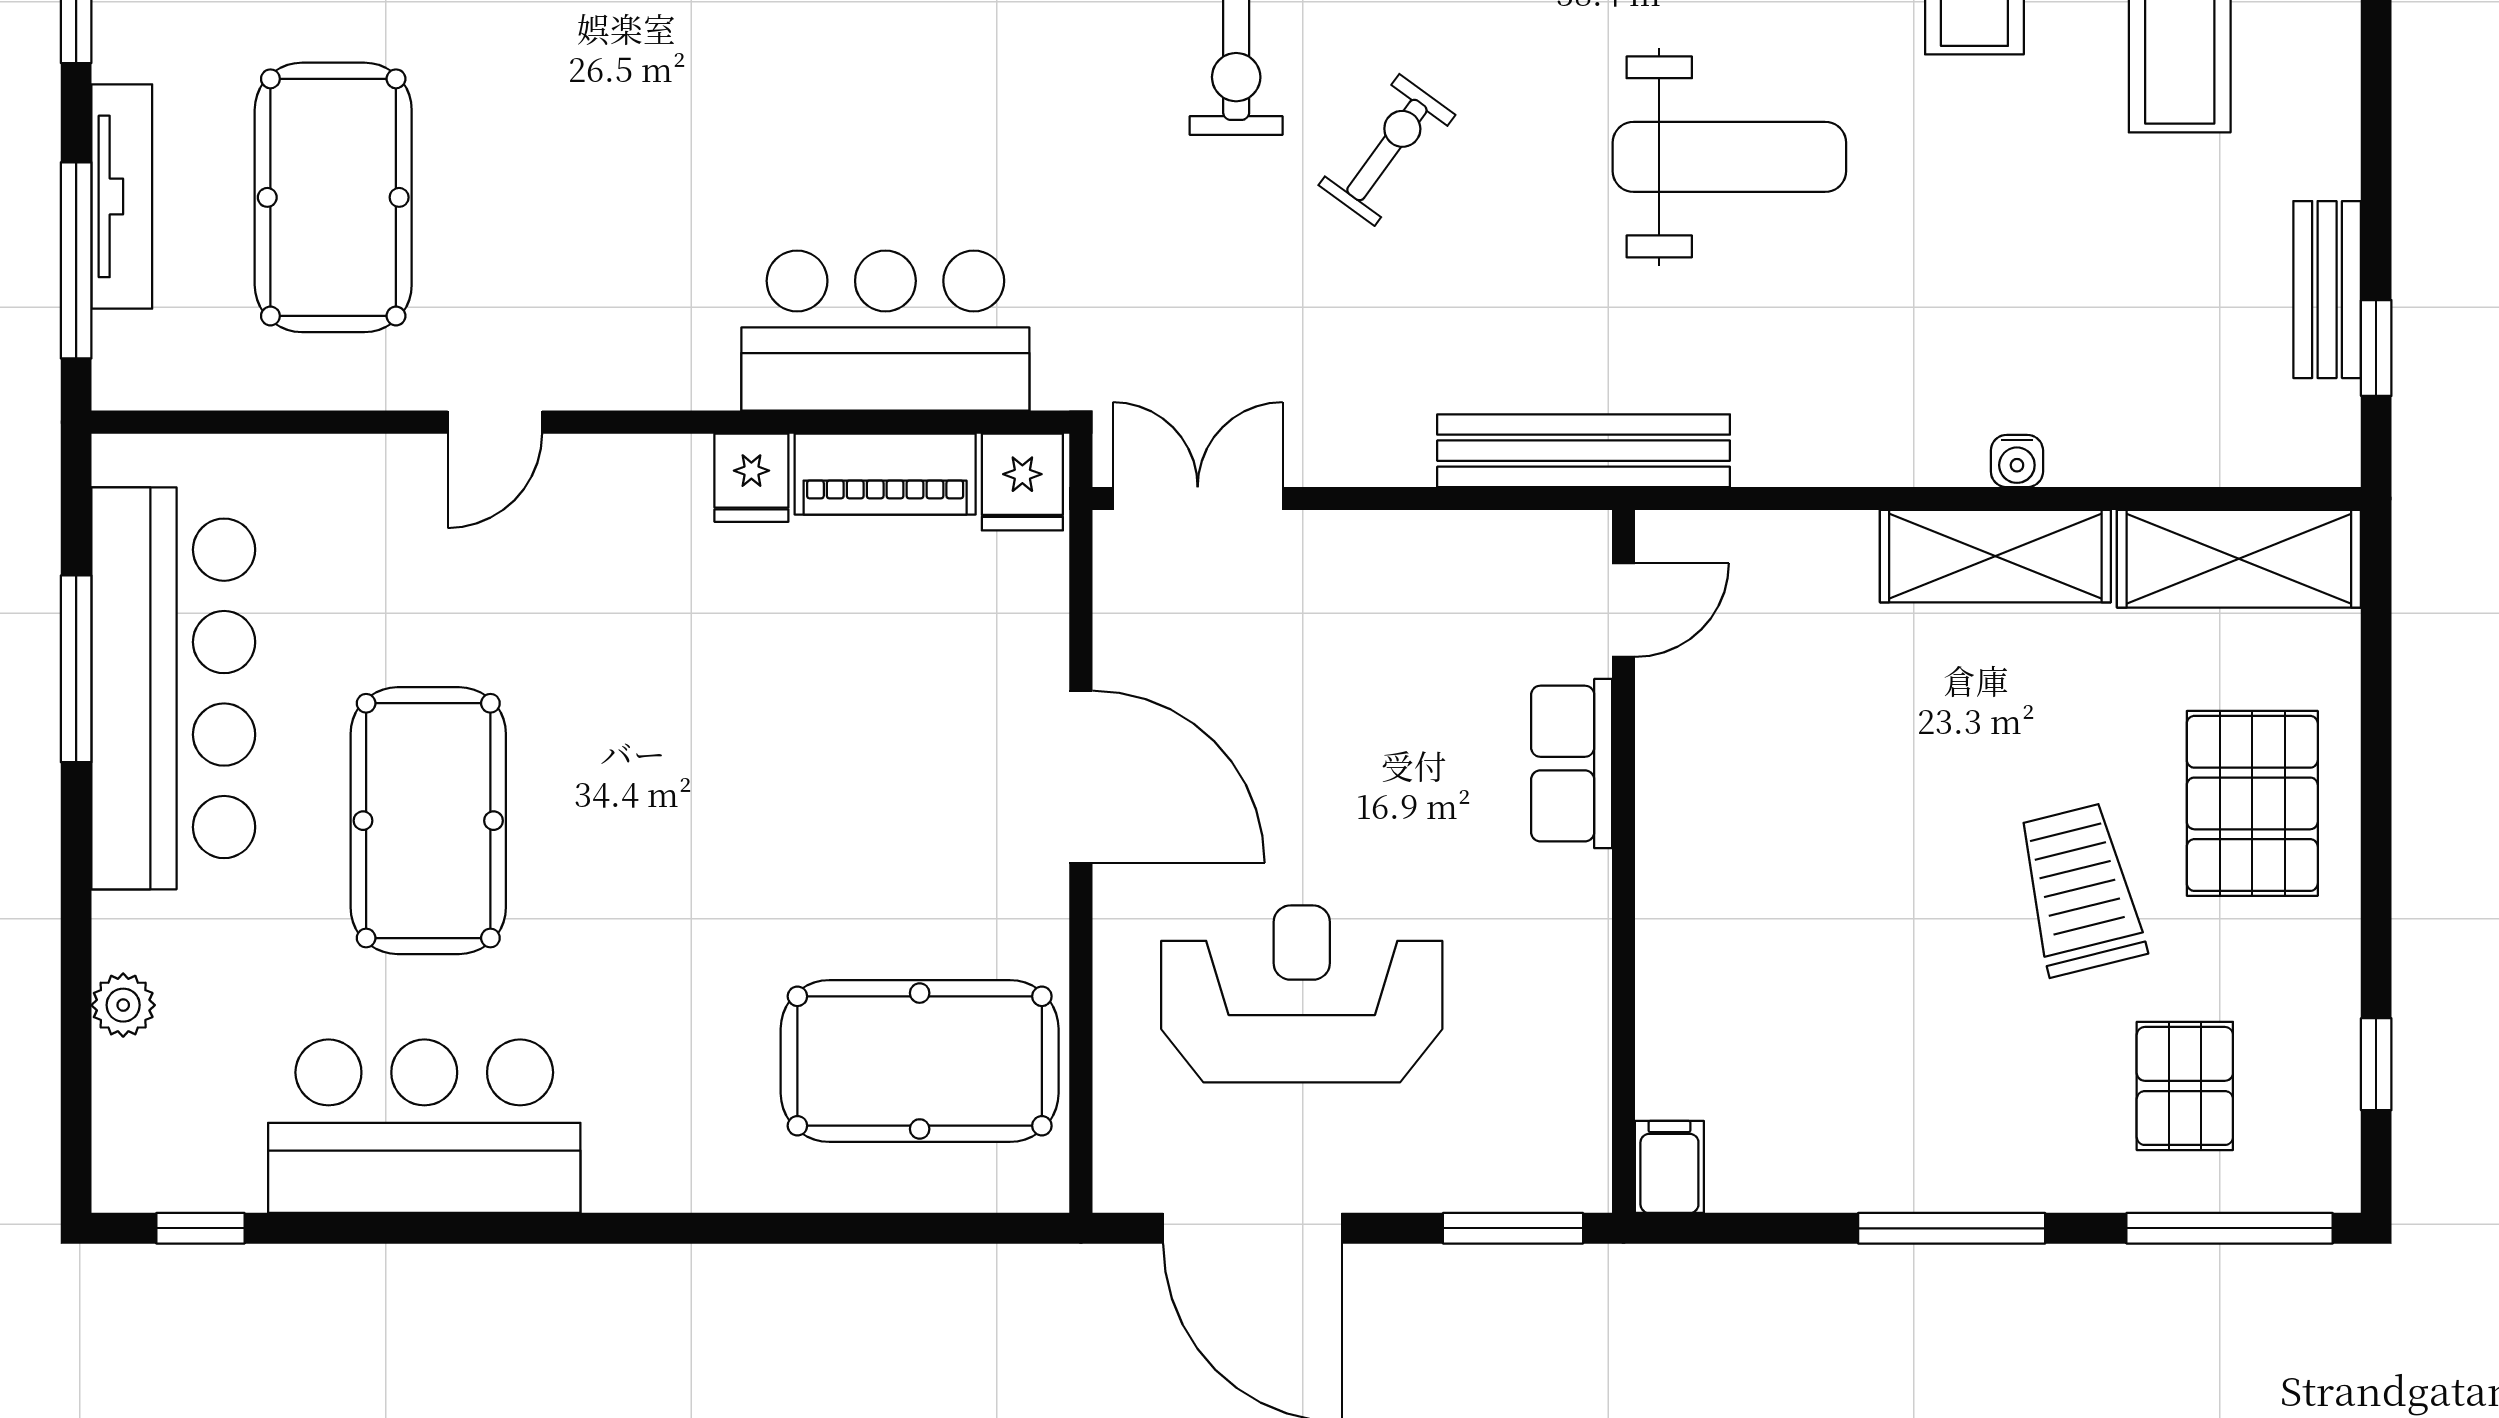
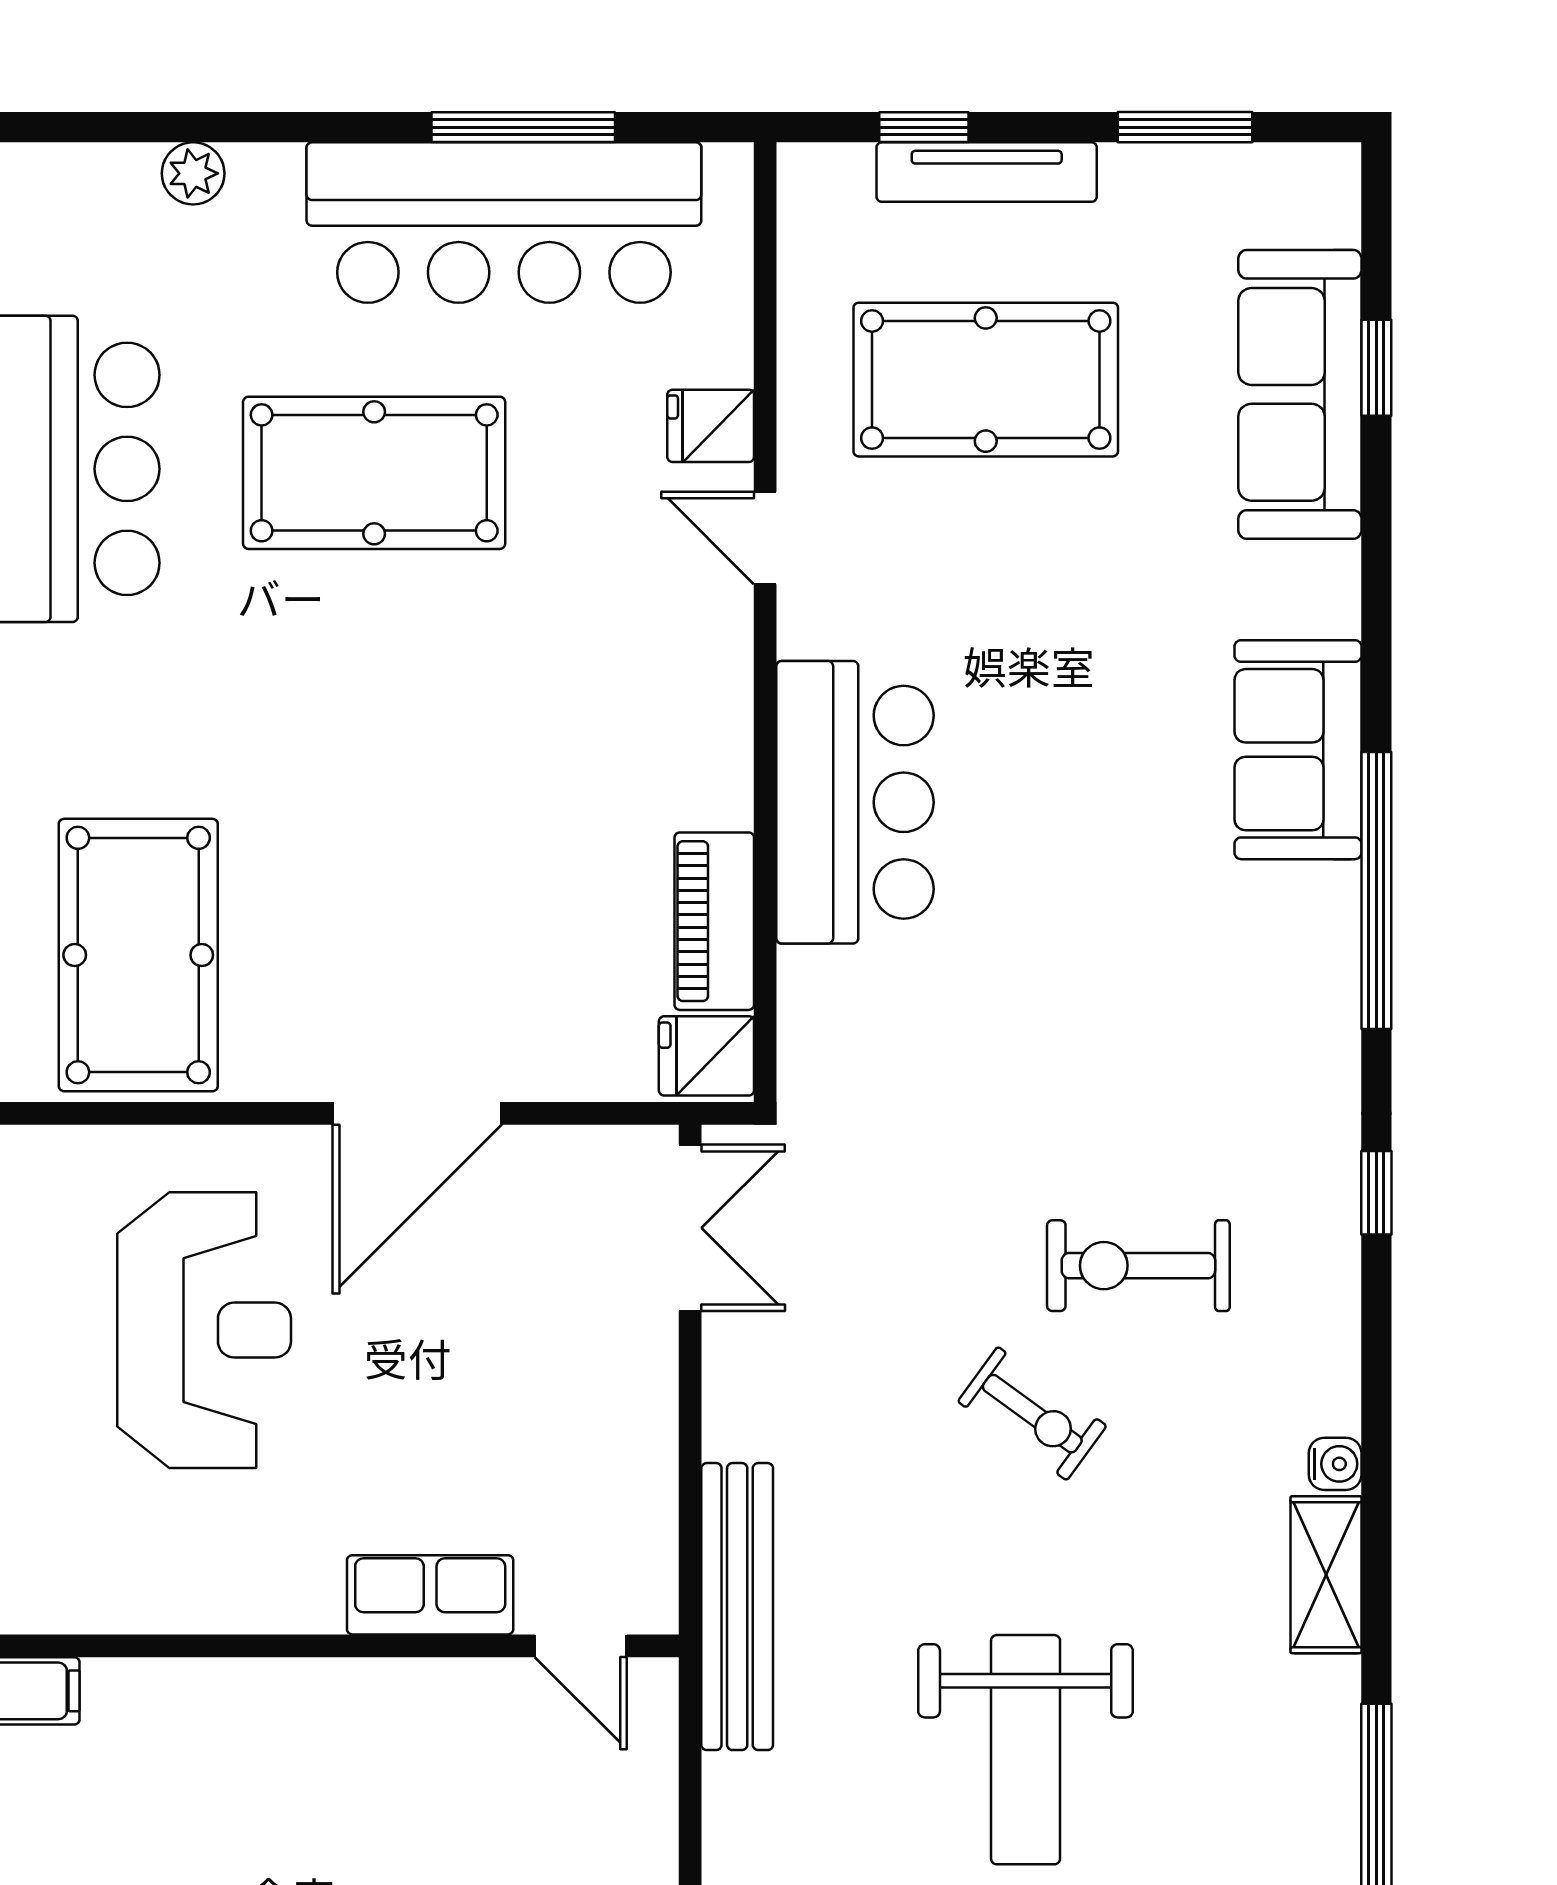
window: (76, 260) -> (924, 127), width x0.46
bar counter: (885, 331) -> (855, 802), moved
fridge: (751, 478) -> (711, 426), moved

